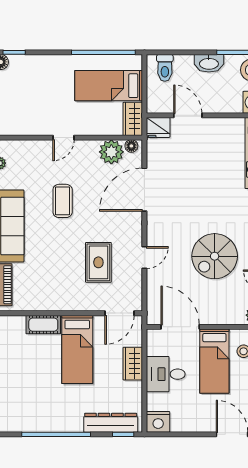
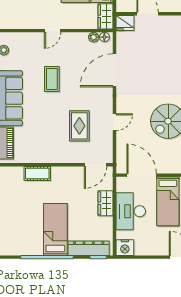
plant: (111, 152) -> (94, 37), width x0.53, depth x0.53
bed: (77, 350) -> (55, 229), moved, turned 180
desk: (166, 374) -> (131, 211), width x1.37

